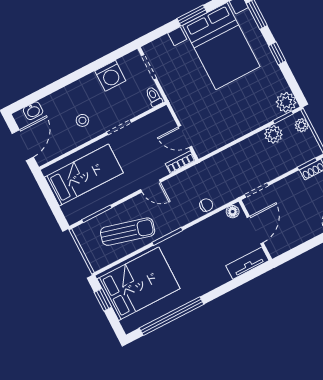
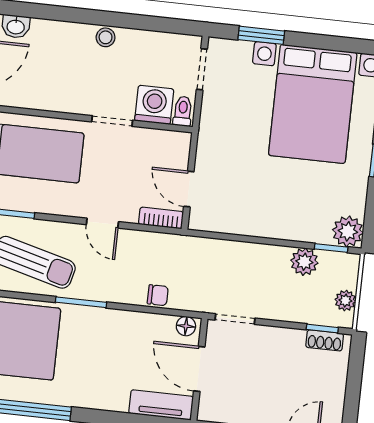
window: (192, 15) -> (261, 35), moved
washing machine: (110, 76) -> (154, 105), moved, turned 180
stool: (82, 120) -> (106, 37), moved
plant: (302, 125) -> (345, 301), moved
door: (255, 230) -> (199, 369), swing flipped

